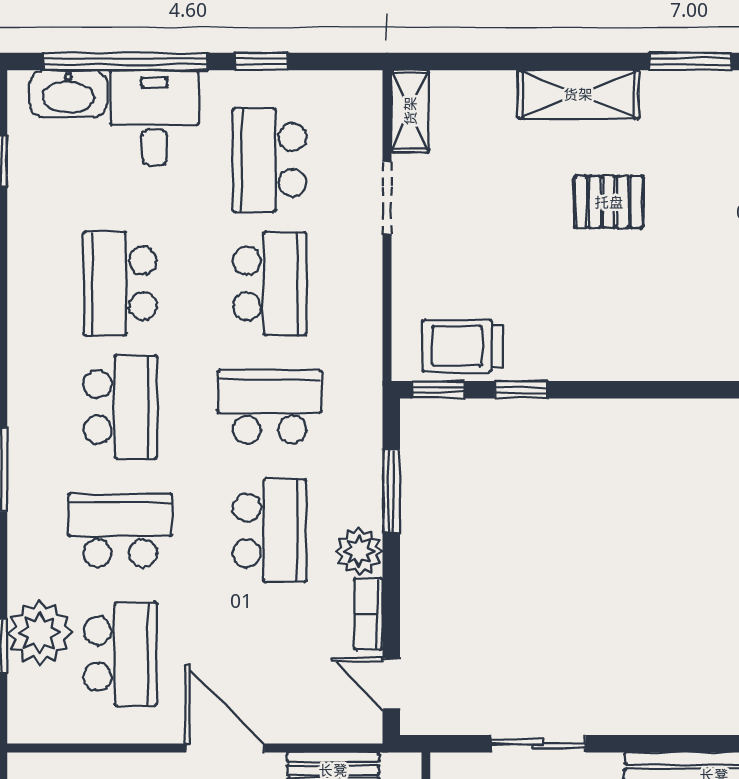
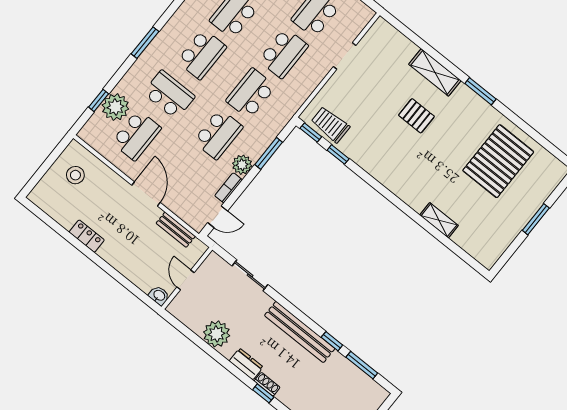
shelving: (410, 111) -> (375, 33), removed
school desk: (270, 407) -> (251, 94), turned -90
door: (391, 684) -> (218, 217), swing flipped

